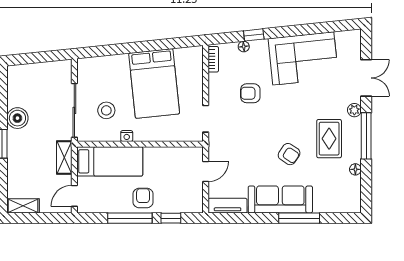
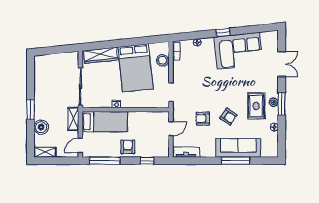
window: (254, 35) -> (223, 32), moved
wardrobe: (104, 65) -> (101, 55), added
armchair: (250, 93) -> (203, 119), moved
stool: (106, 110) -> (162, 60), moved
plant: (354, 110) -> (274, 102), moved
boiler: (17, 118) -> (41, 127), moved
window: (366, 136) -> (282, 104), width x0.69
sofa: (280, 199) -> (238, 148), moved
window: (130, 218) -> (105, 161), moved

